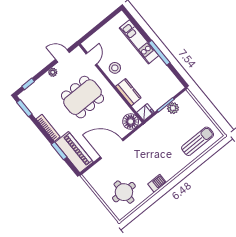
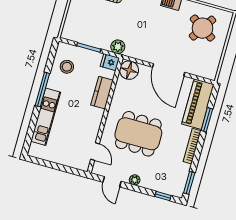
door: (91, 59) -> (95, 152), swing flipped
stool: (115, 68) -> (67, 67), moved
plant: (173, 108) -> (118, 47), moved
round table: (124, 192) -> (203, 28), turned 33

